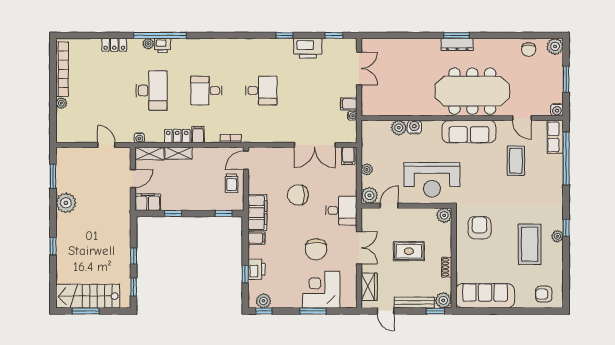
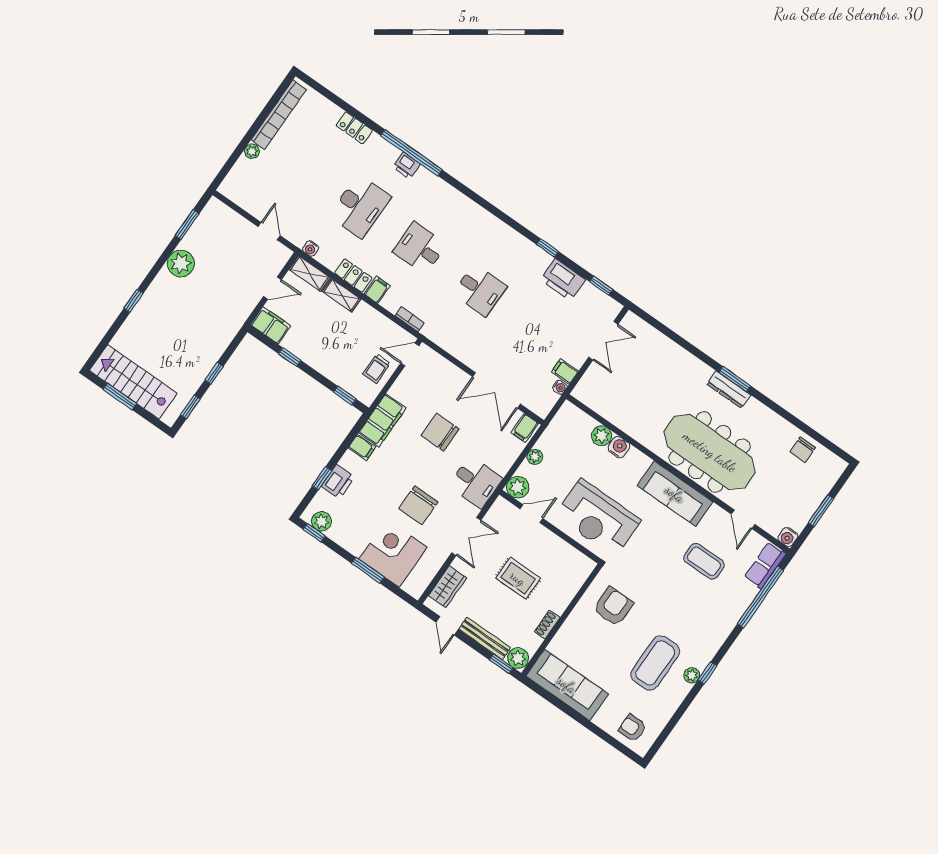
plant: (148, 44) -> (392, 153), removed
plant: (555, 46) -> (834, 467), removed
coffee table: (516, 161) -> (704, 561), turned 90
plant: (444, 215) -> (584, 566), removed

